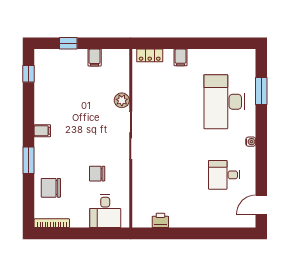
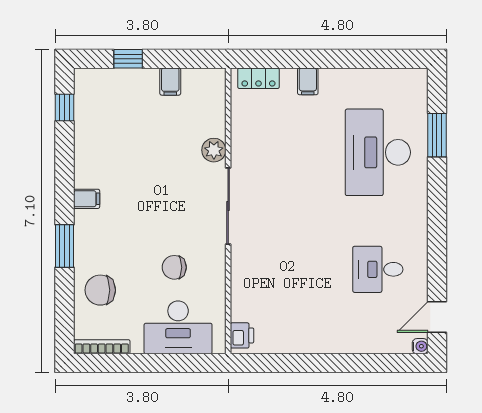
water cooler: (251, 142) -> (420, 346), moved
desk: (105, 211) -> (178, 327), width x1.37
printer: (160, 220) -> (242, 335), moved, turned 90

